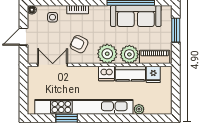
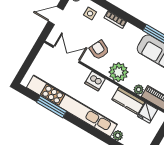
plant: (129, 54) -> (139, 90), width x0.53, depth x0.53
dishwasher: (106, 73) -> (95, 81), moved
window: (67, 118) -> (52, 107), width x1.44

